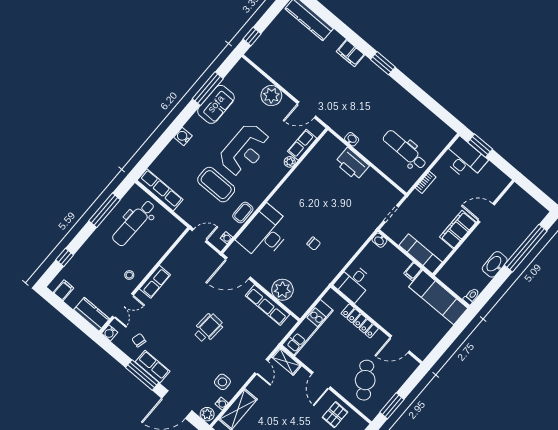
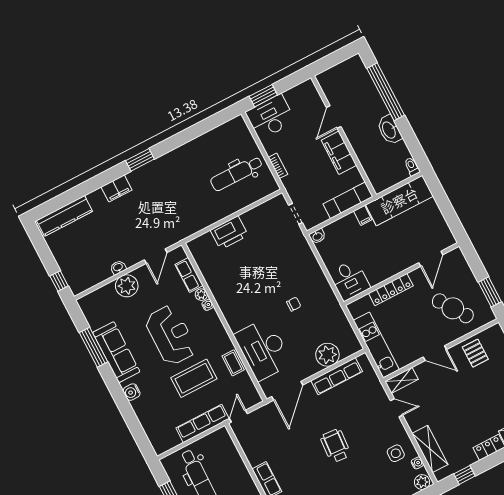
sofa: (216, 104) -> (116, 352), width x1.36
washbasin: (352, 139) -> (118, 267), moved
row of seats: (160, 190) -> (203, 423), moved
water cooler: (226, 238) -> (208, 305), moved

